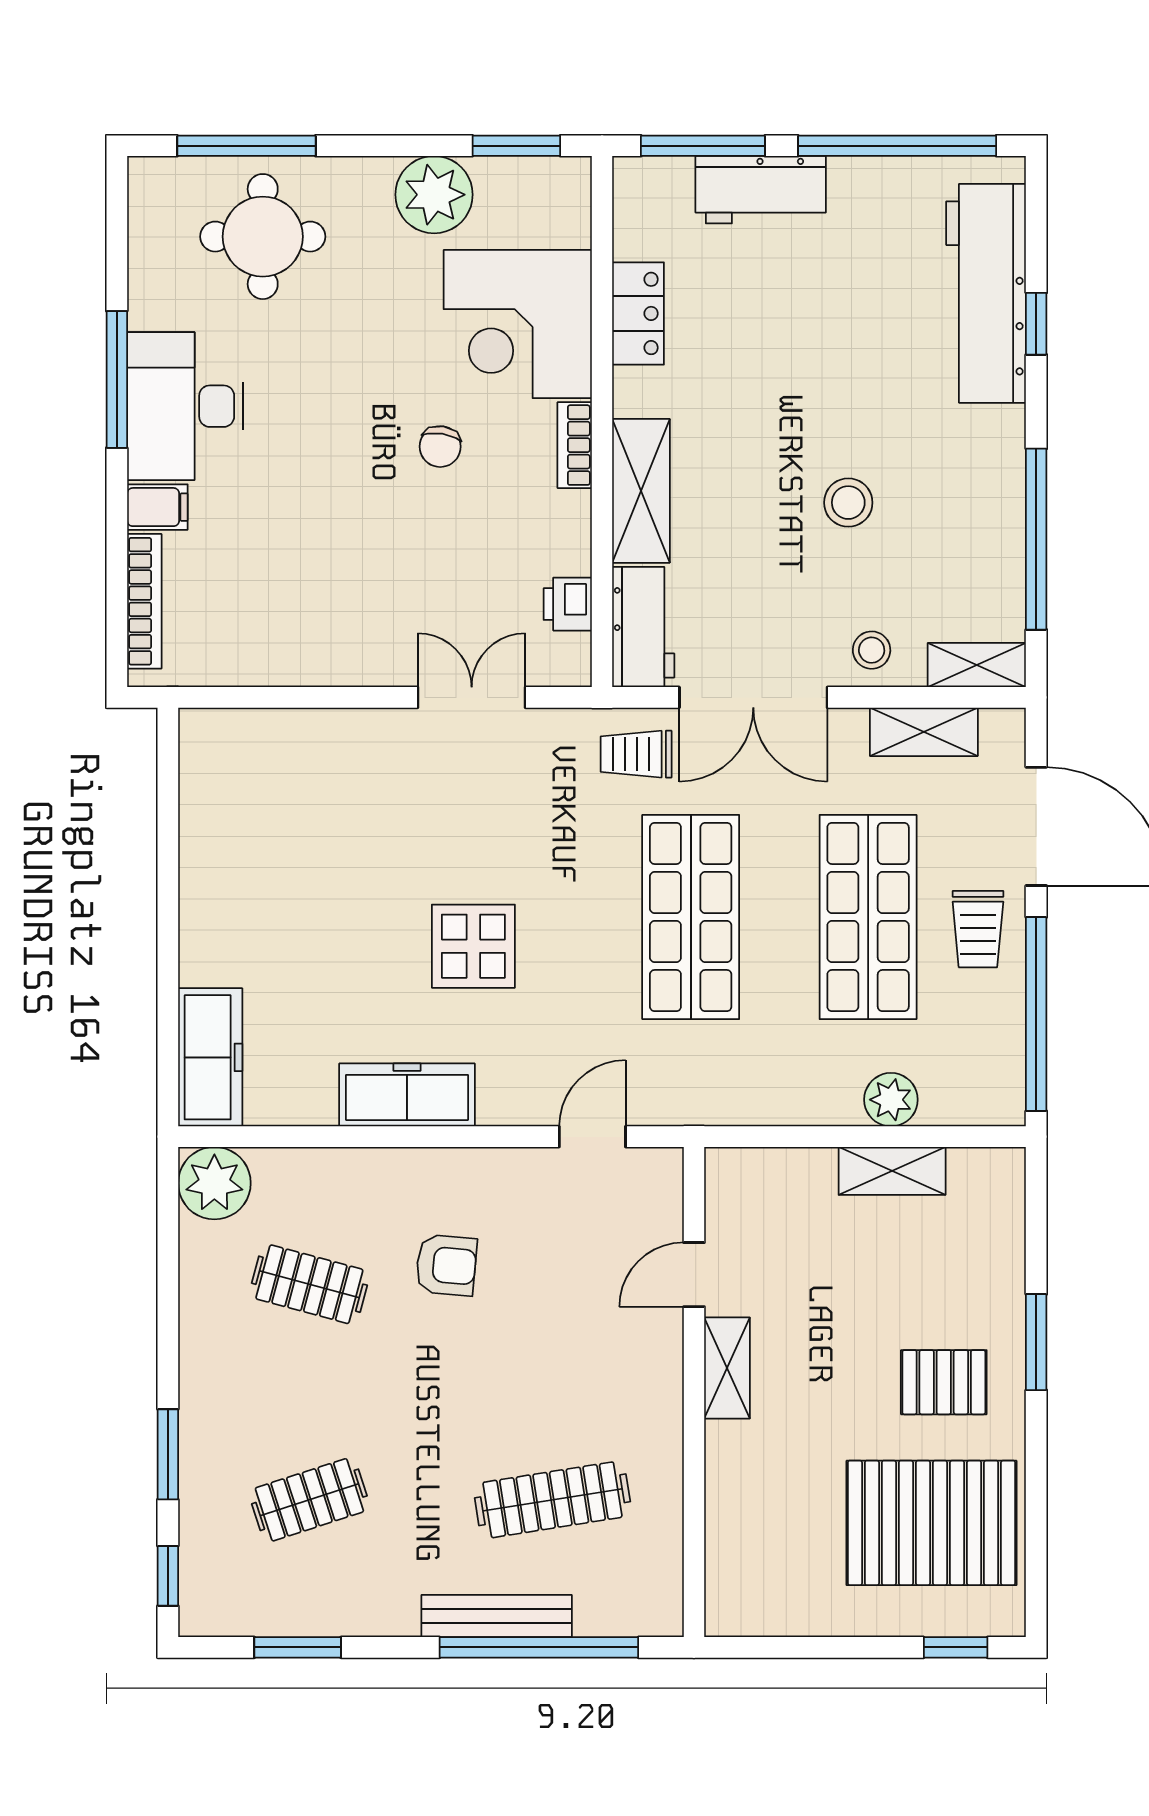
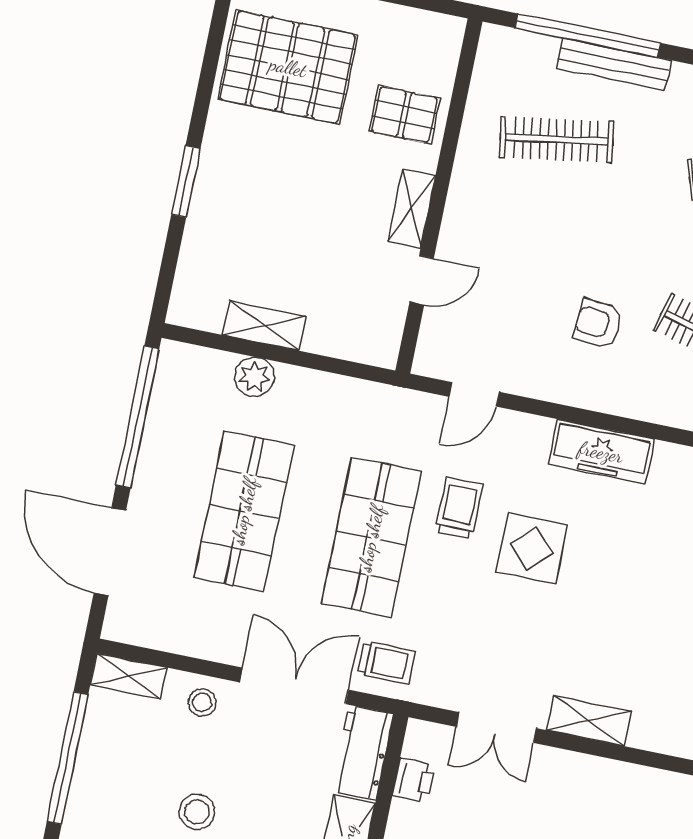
shelving: (924, 732) -> (589, 721), moved
trolley: (978, 929) -> (459, 508), moved
pallet: (944, 1382) -> (404, 115), moved

